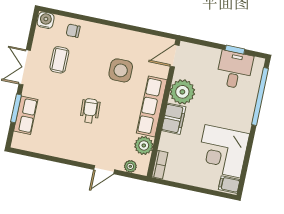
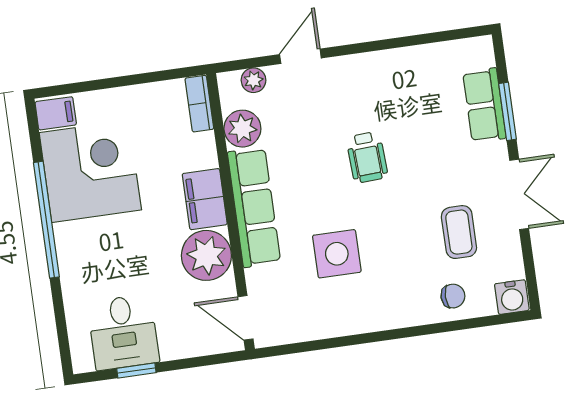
door: (175, 56) -> (245, 318), swing flipped
window: (260, 97) -> (46, 220), moved

